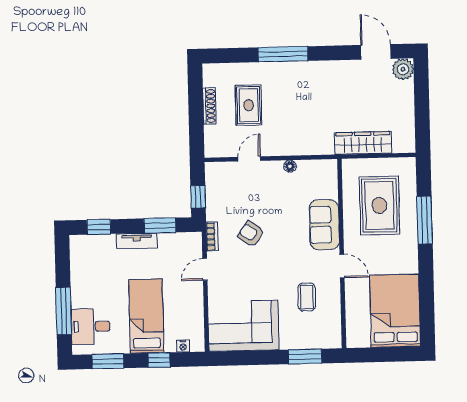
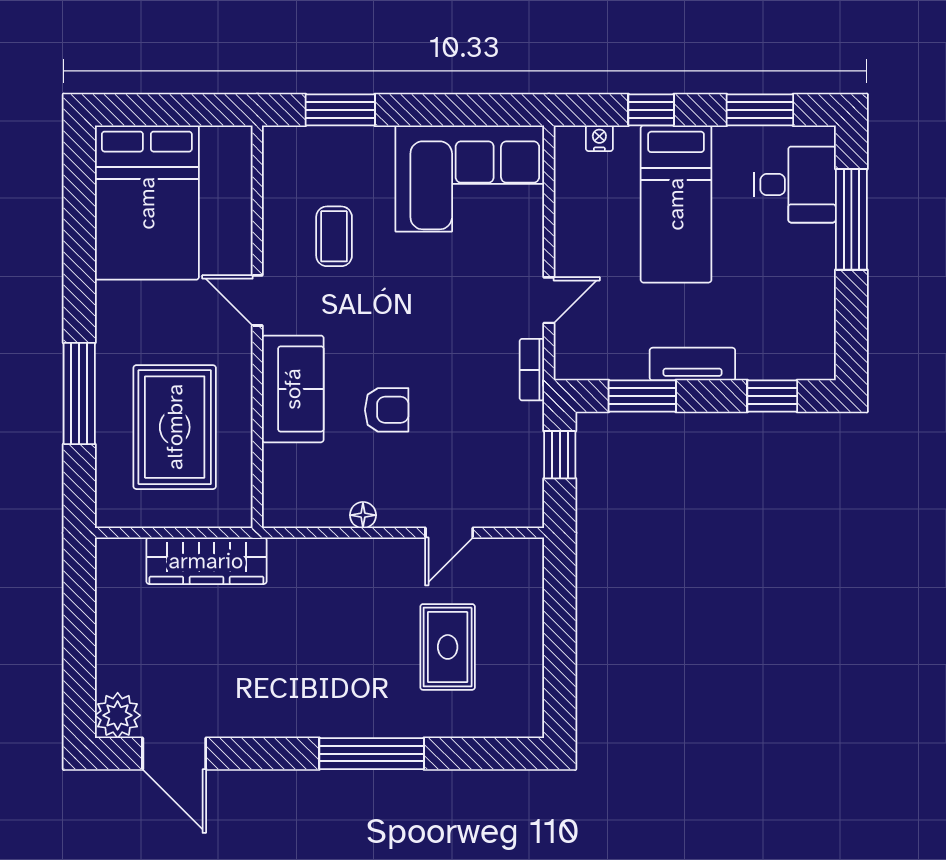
shoe rack: (209, 106) -> (531, 647), removed
armchair: (251, 234) -> (387, 410), moved, turned -35

